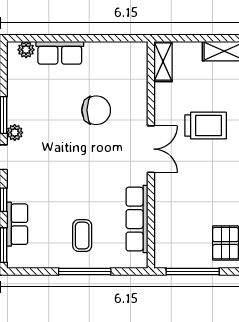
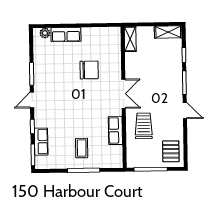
trolley: (206, 126) -> (144, 126), moved, turned -90
plant: (15, 133) -> (39, 85), removed
row of seats: (137, 219) -> (115, 130), width x0.68

